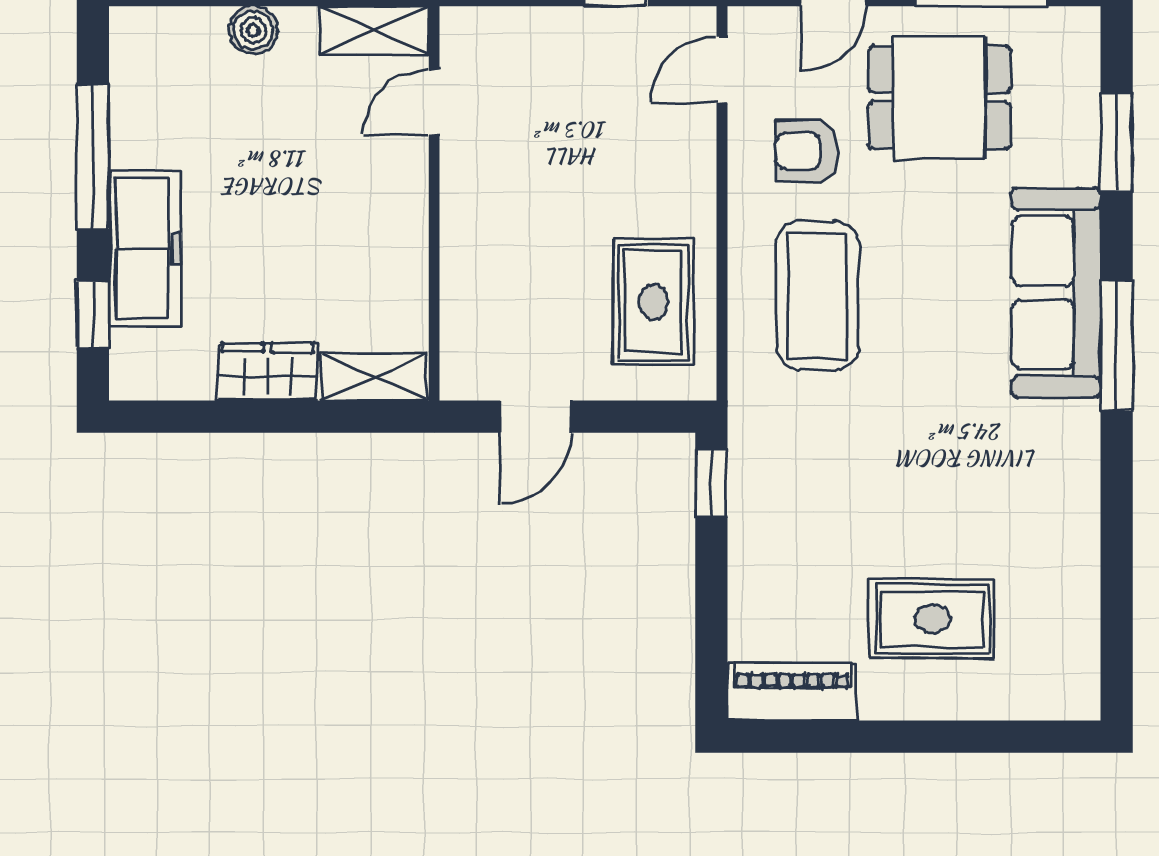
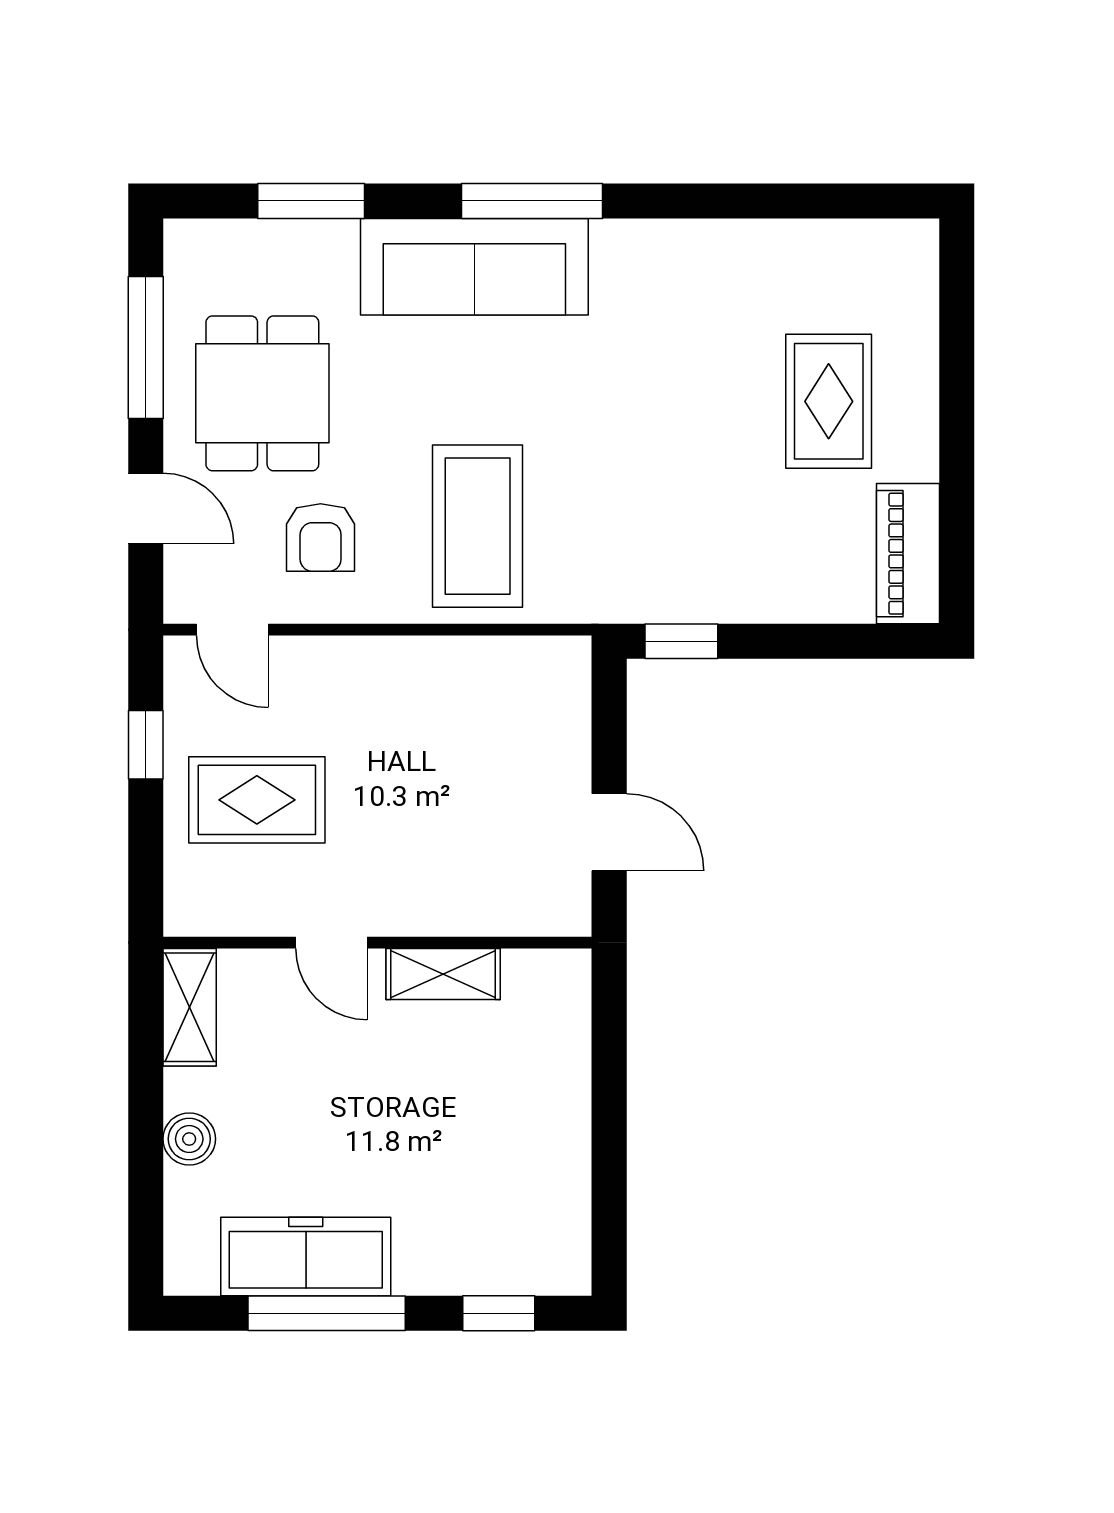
door: (434, 102) -> (331, 943), moved
freezer: (145, 248) -> (306, 1257), moved
coffee table: (817, 296) -> (478, 526), turned 90
rug: (653, 302) -> (257, 800), moved
wardrobe: (268, 372) -> (560, 1123), removed
shelving: (374, 377) -> (443, 974), moved, turned 90

